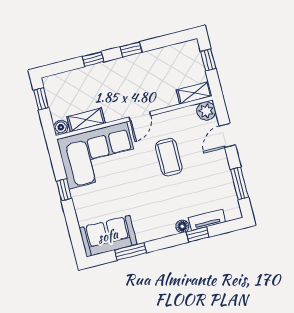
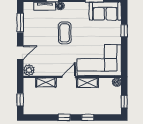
shelving: (194, 93) -> (46, 82), moved
shelving: (86, 120) -> (87, 83), moved
coffee table: (169, 157) -> (65, 33), moved
window: (64, 190) -> (124, 31), moved

